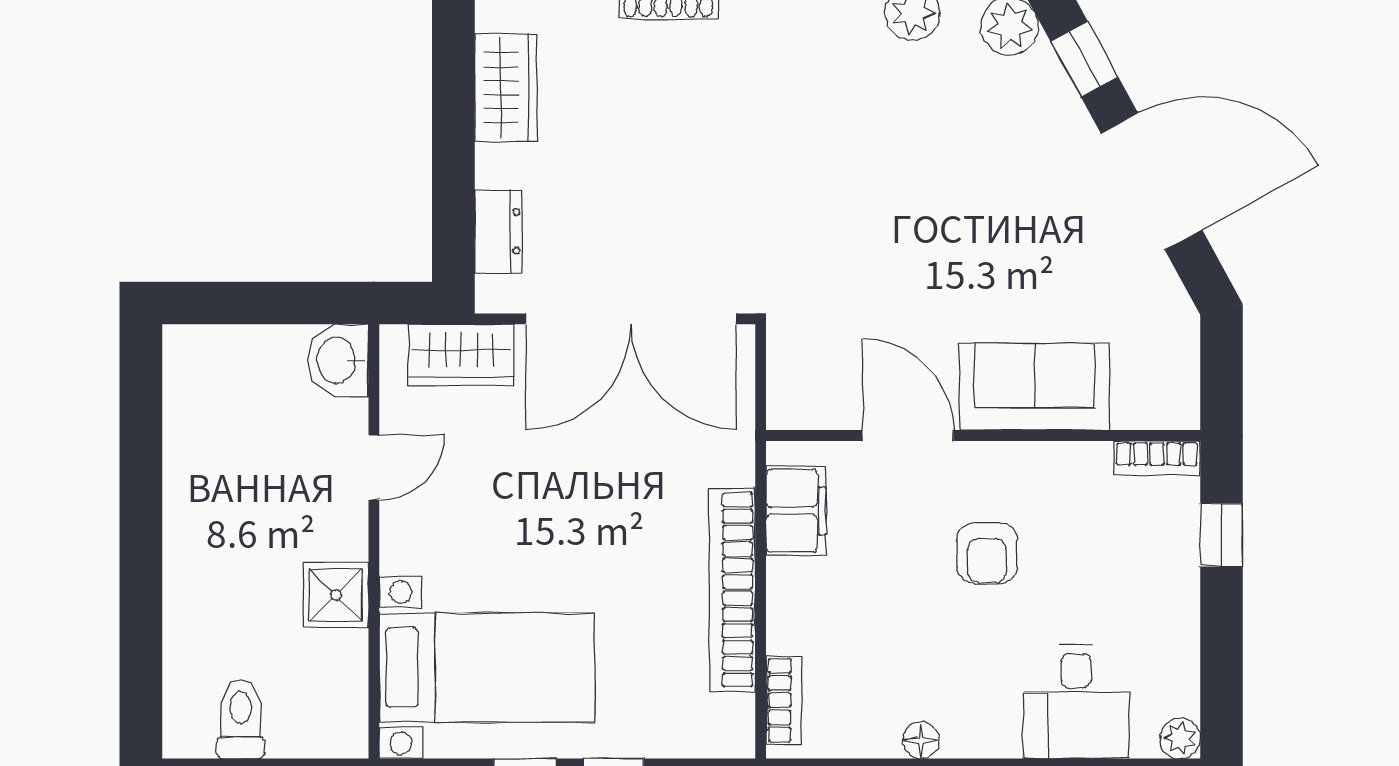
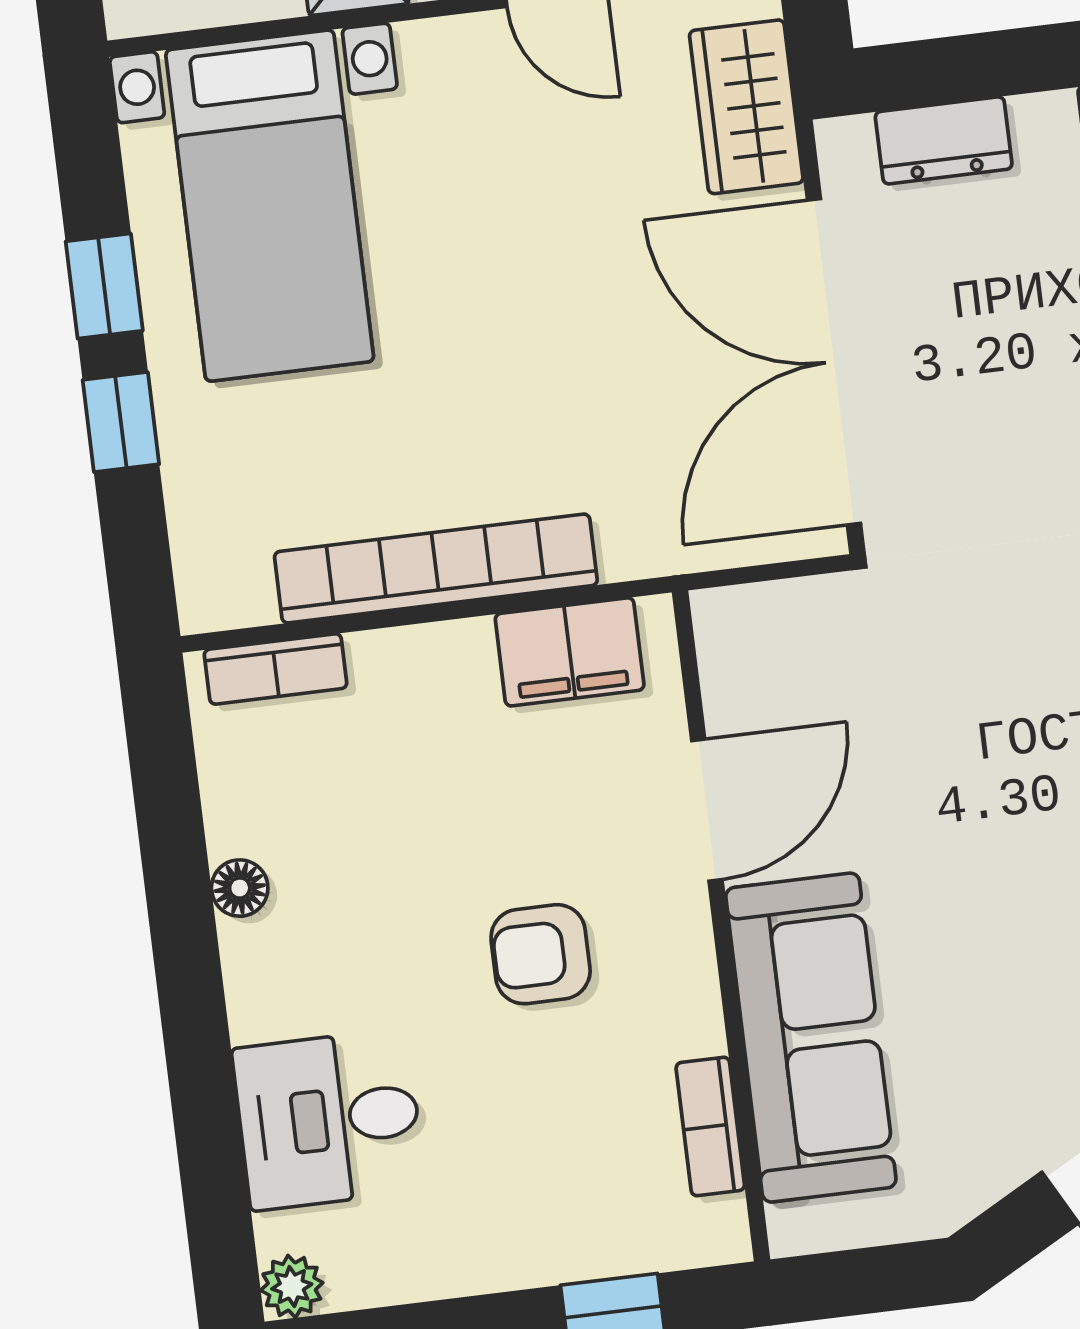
sofa: (1035, 387) -> (811, 1038), width x1.36
bookcase: (1157, 458) -> (710, 1126), moved

